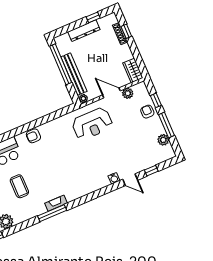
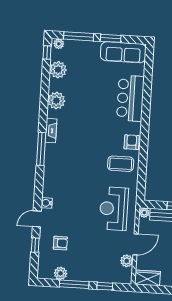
armchair: (147, 112) -> (60, 243), moved
coffee table: (19, 186) -> (121, 164), moved
plant: (30, 211) -> (56, 101), added
window: (52, 213) -> (41, 149), moved

